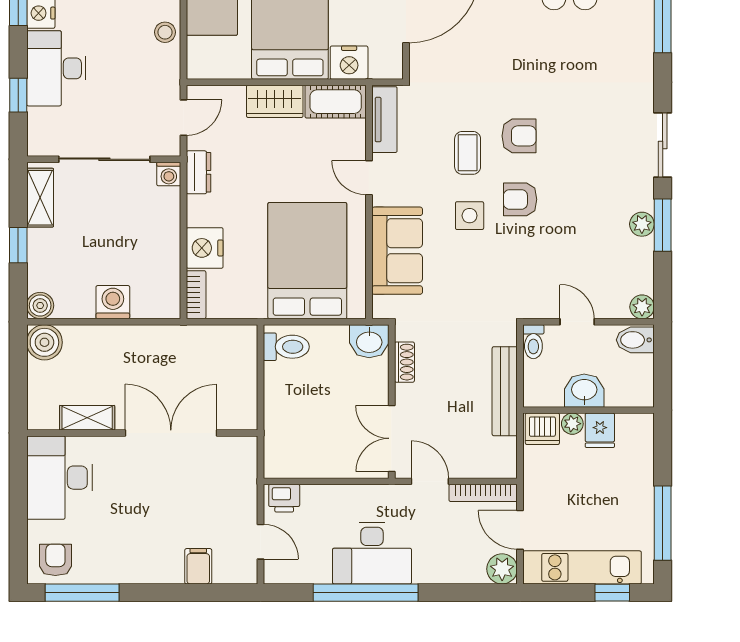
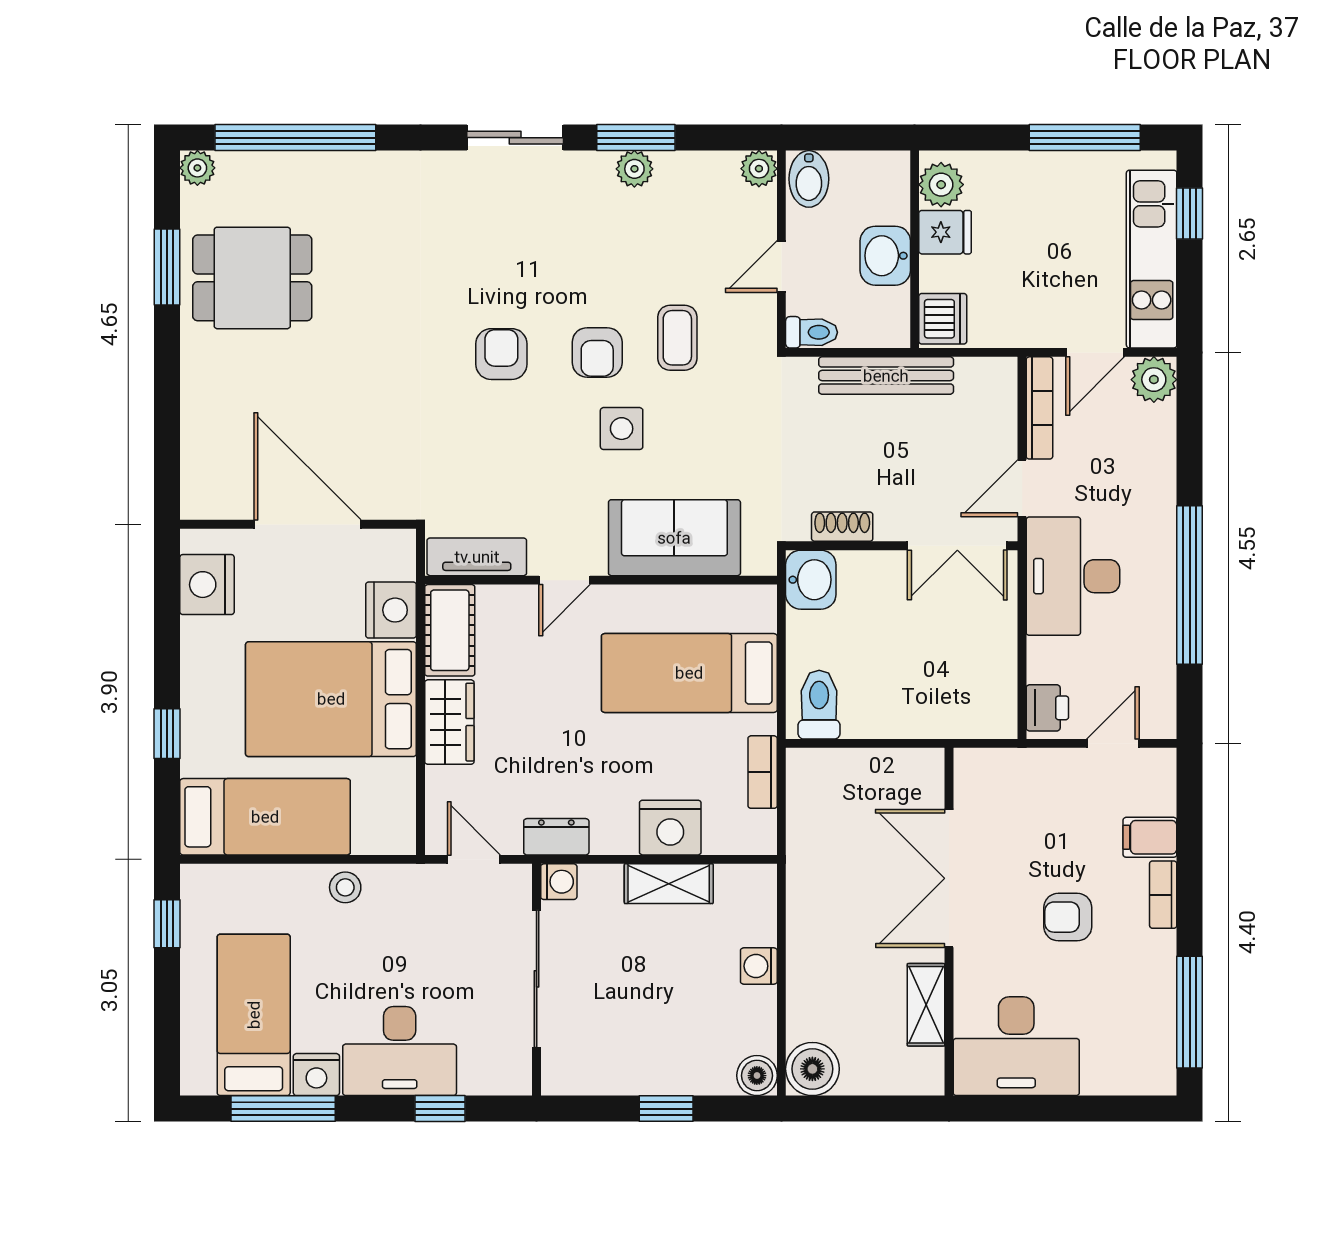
coffee table: (468, 153) -> (677, 338), moved, turned 90
shelving: (40, 198) -> (669, 884), moved
bed: (307, 261) -> (689, 673), width x0.67
bookcase: (196, 295) -> (763, 772), moved, turned -90
washing machine: (113, 302) -> (759, 966), width x0.73, depth x0.73
plant: (572, 424) -> (941, 185), moved, width x1.38, depth x1.38
desk: (372, 553) -> (1073, 576), moved, turned 180
armchair: (55, 560) -> (1068, 917), moved
bookcase: (160, 575) -> (1163, 895), added

